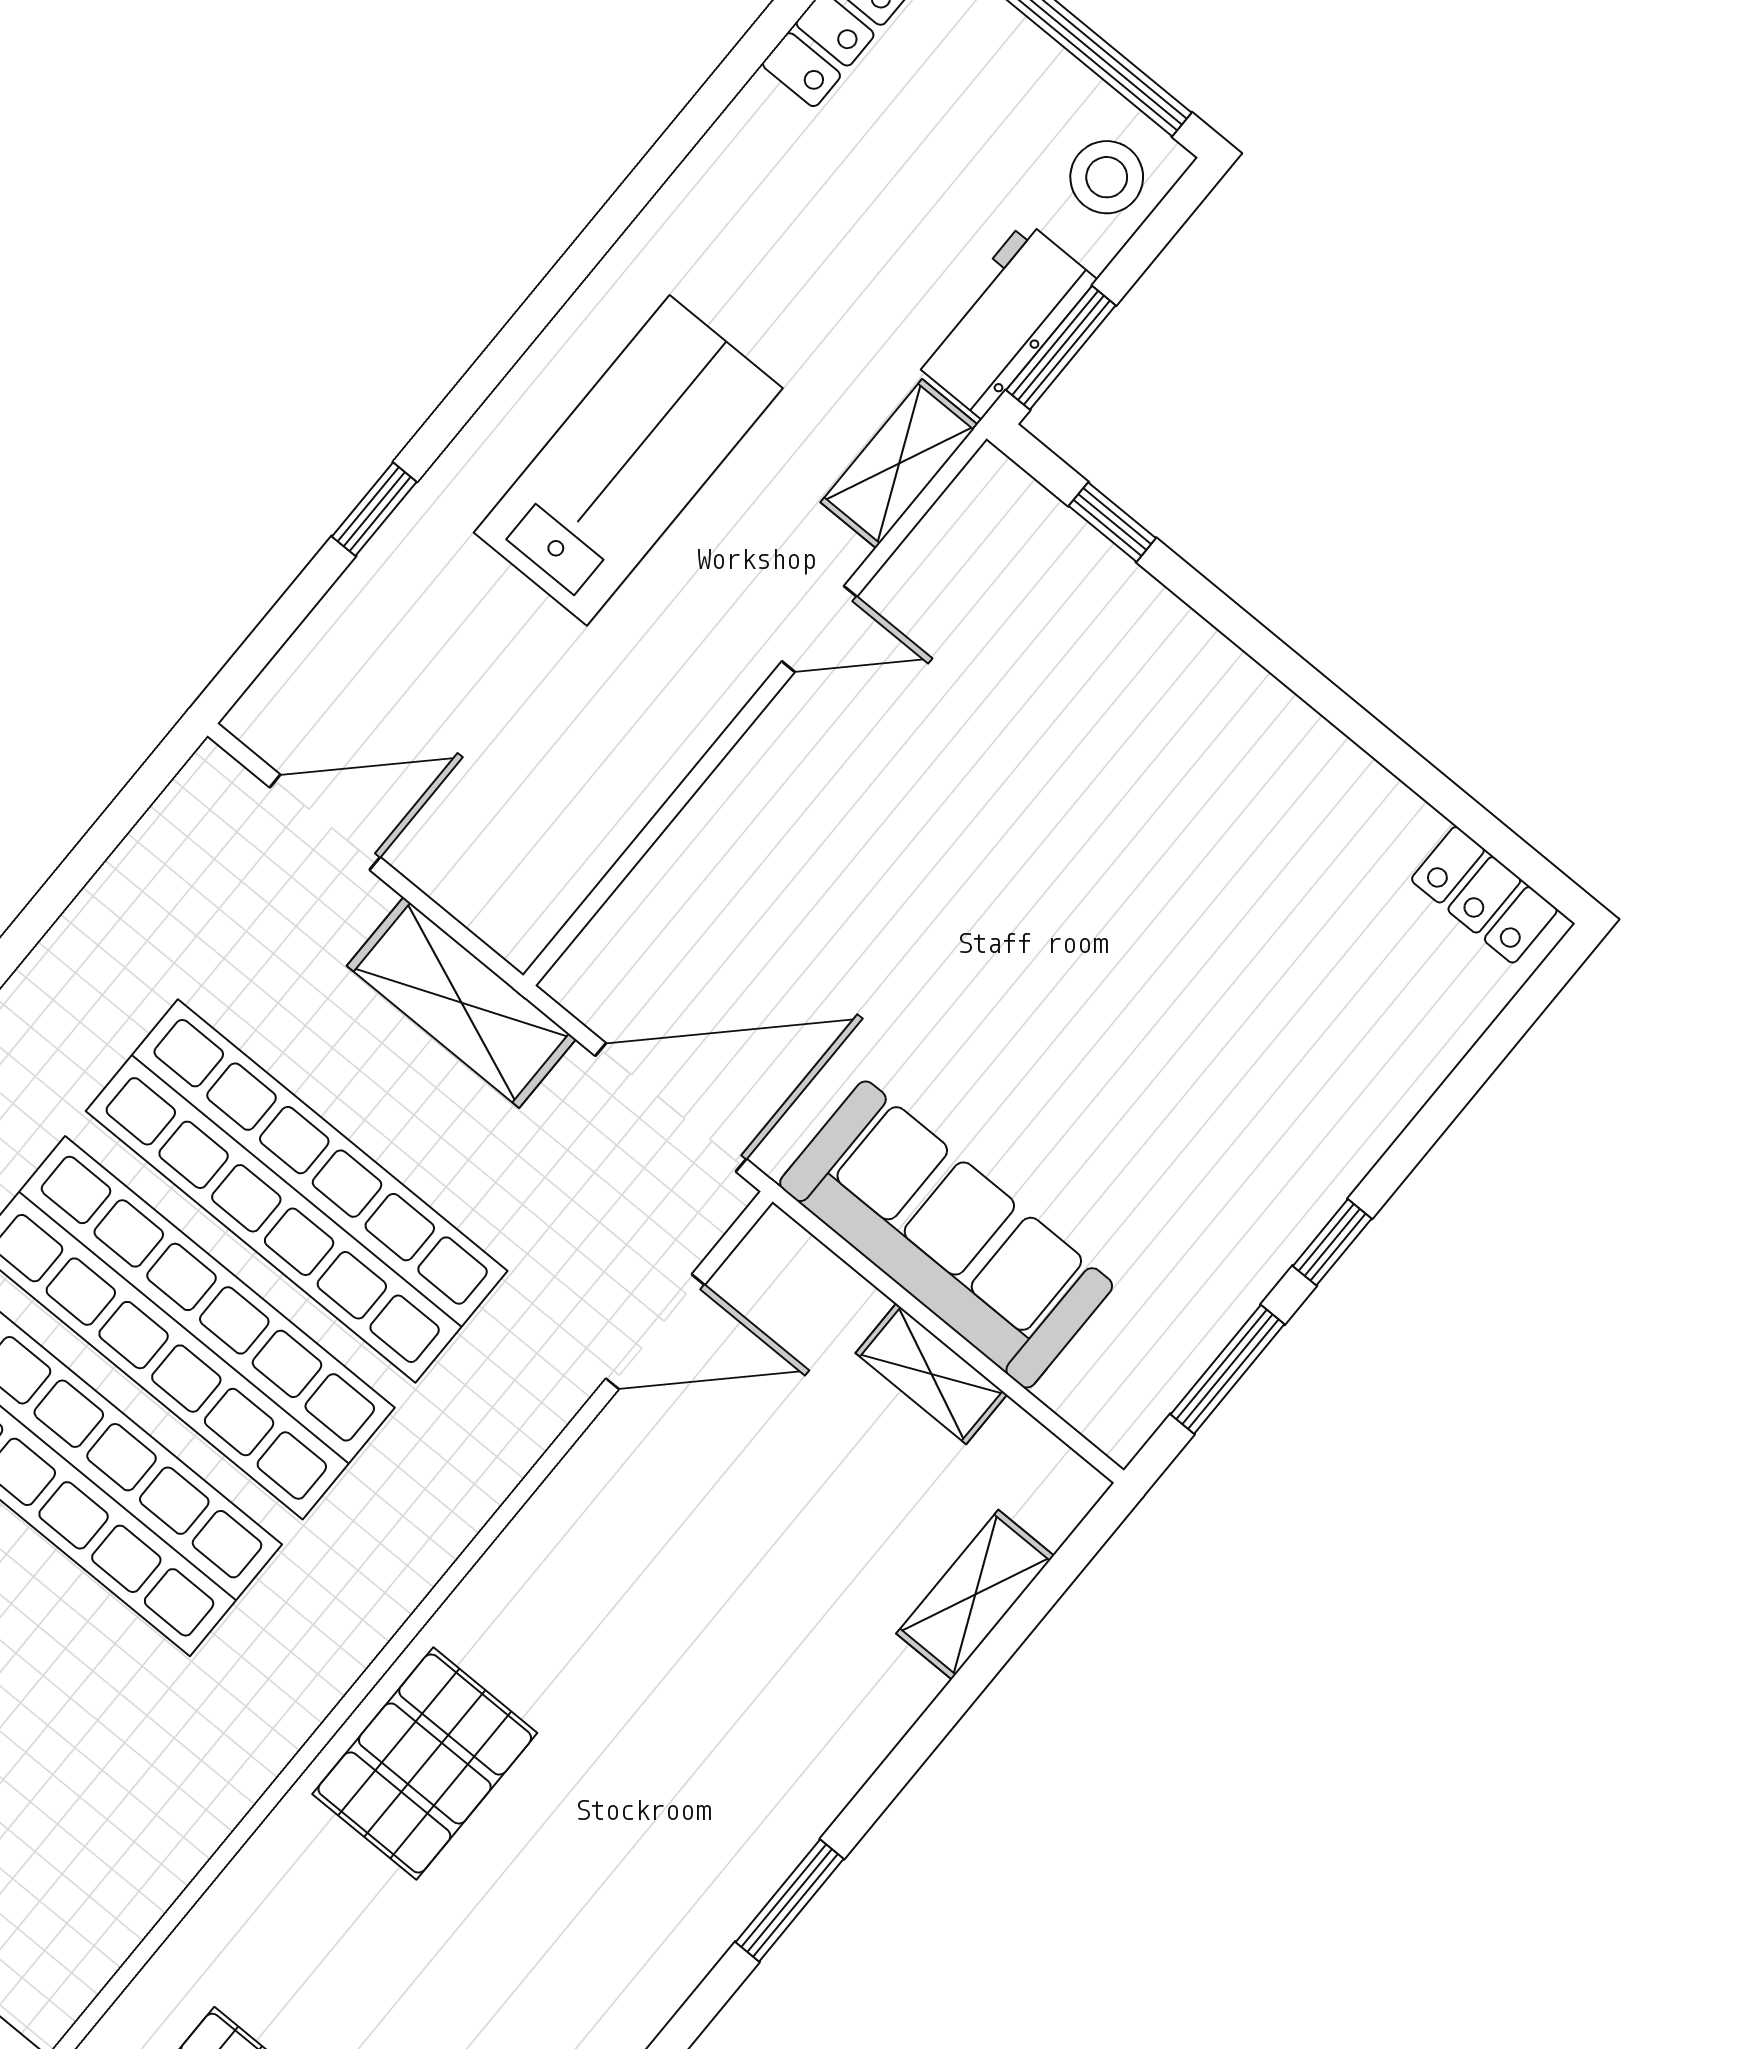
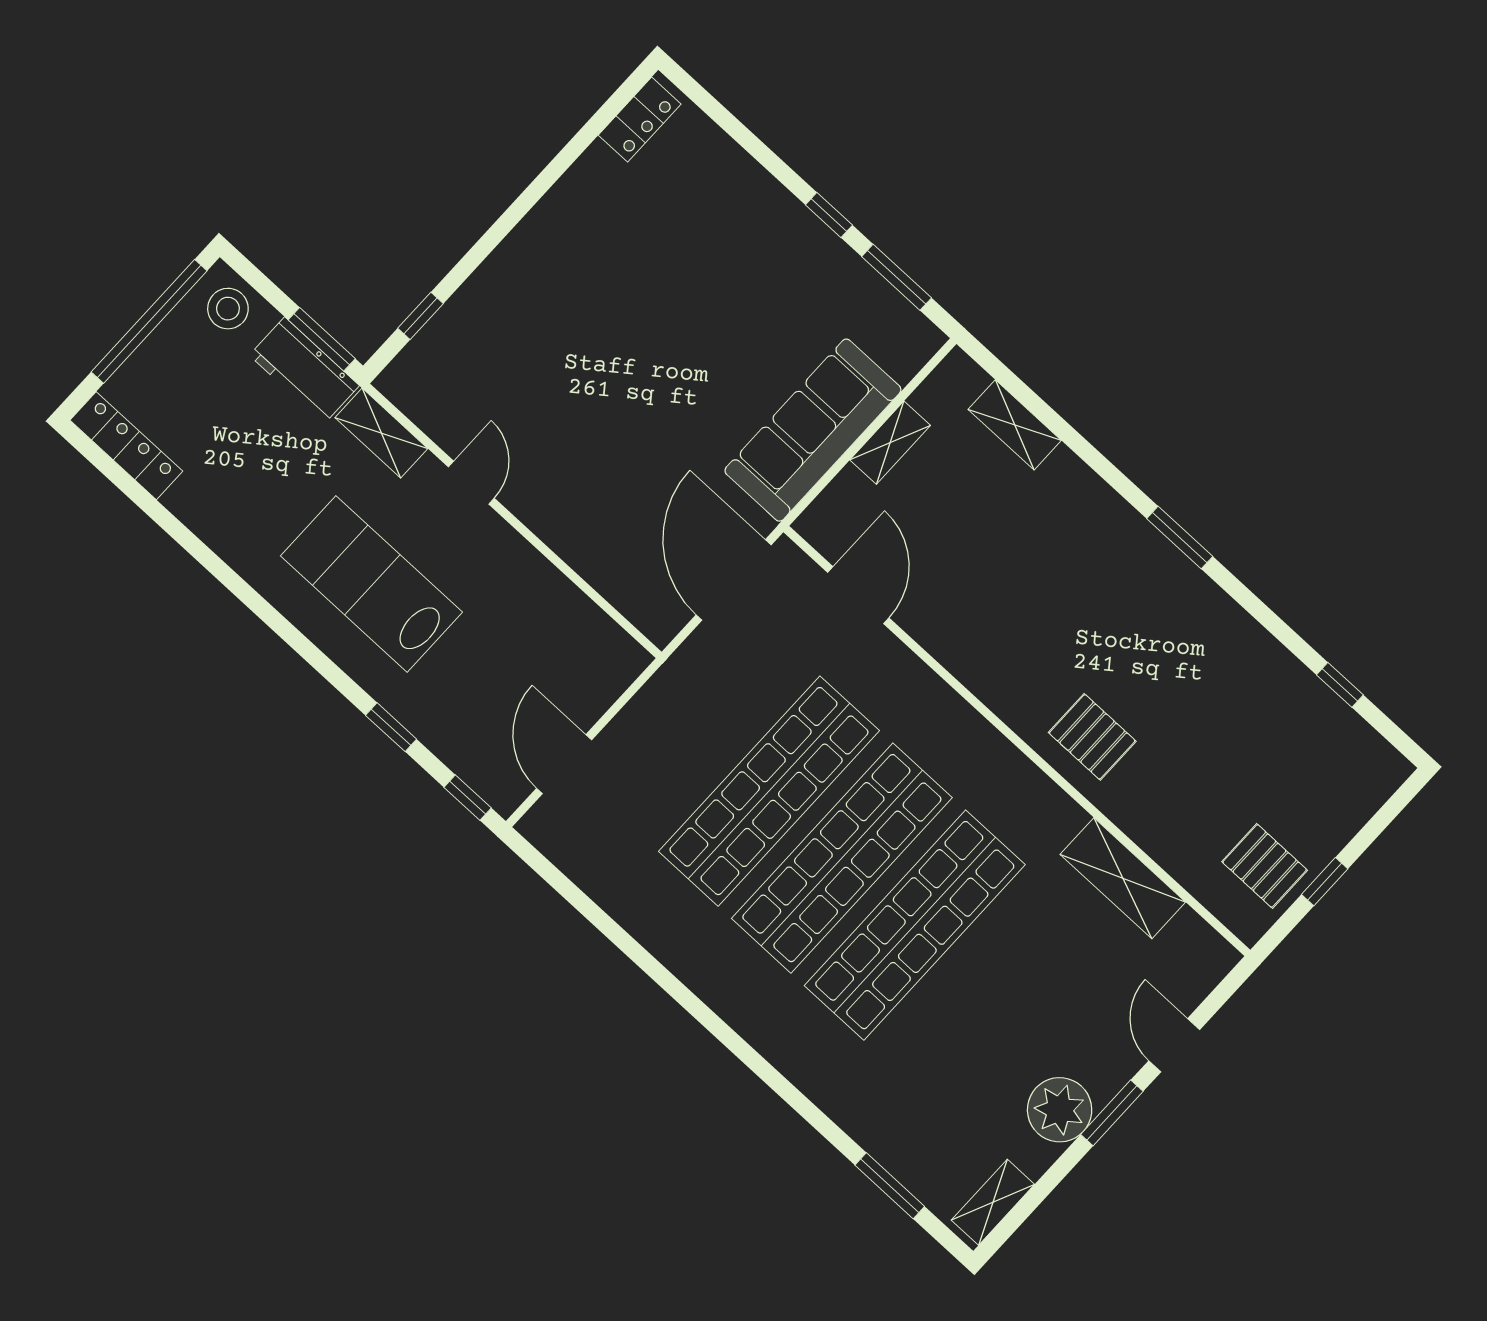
window: (256, 653) -> (468, 798), added
shelving: (461, 1002) -> (1123, 878), moved, turned 90
pallet: (425, 1763) -> (1092, 737), width x0.67, depth x0.71

